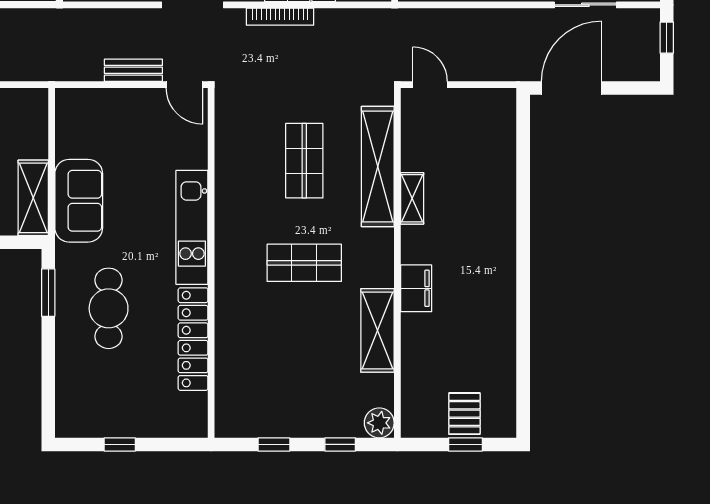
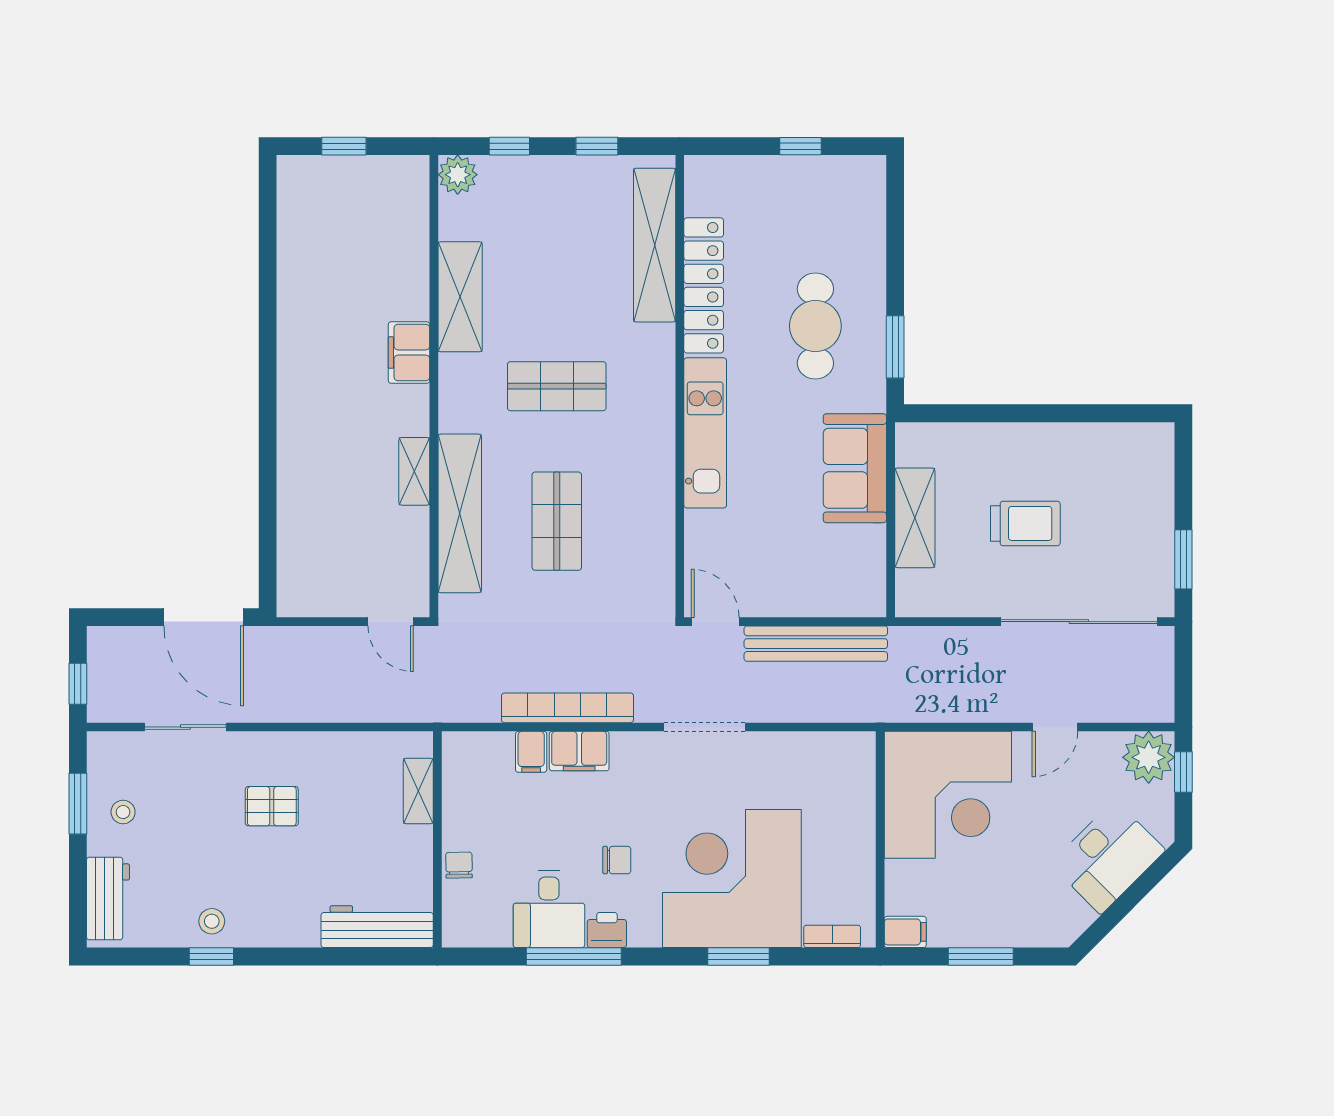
bookcase: (280, 17) -> (567, 708), width x1.48, depth x1.31
bench: (133, 70) -> (816, 644), width x1.86, depth x1.21
door: (572, 88) -> (204, 617), hinge flipped
shelving: (33, 198) -> (915, 518), moved
shelving: (230, 370) -> (655, 245), added
pallet: (464, 414) -> (345, 187), removed

